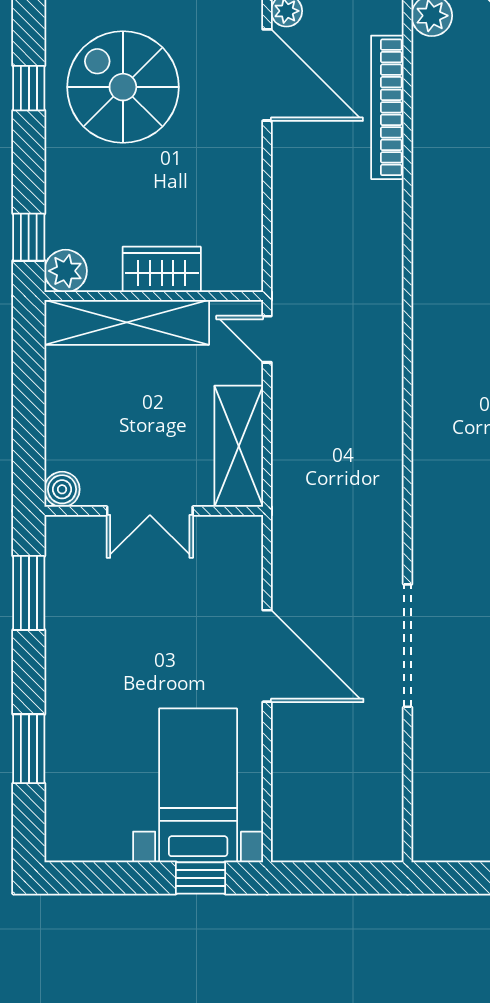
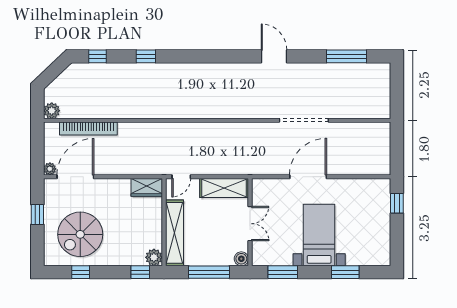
wardrobe: (162, 269) -> (147, 187), moved, turned -90
window: (29, 408) -> (209, 272), added
bed with nightstands: (198, 785) -> (319, 235), moved, turned 90

